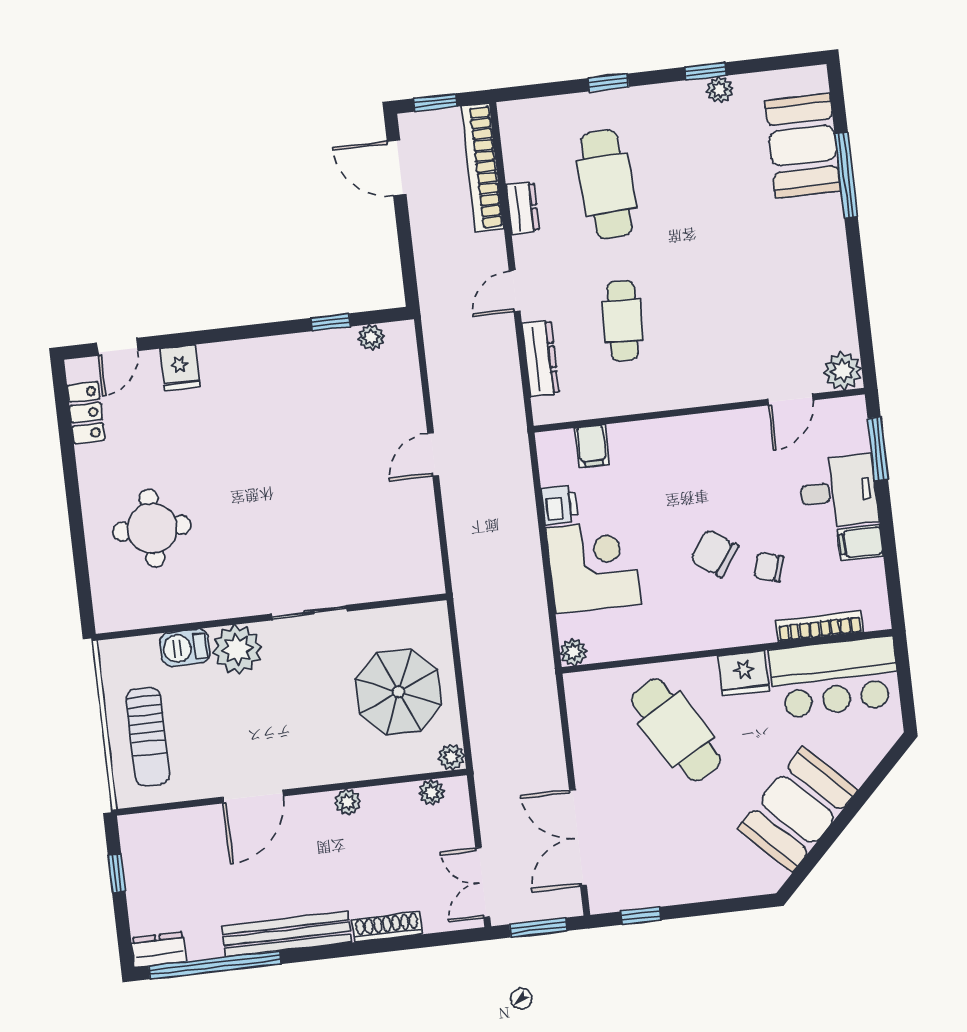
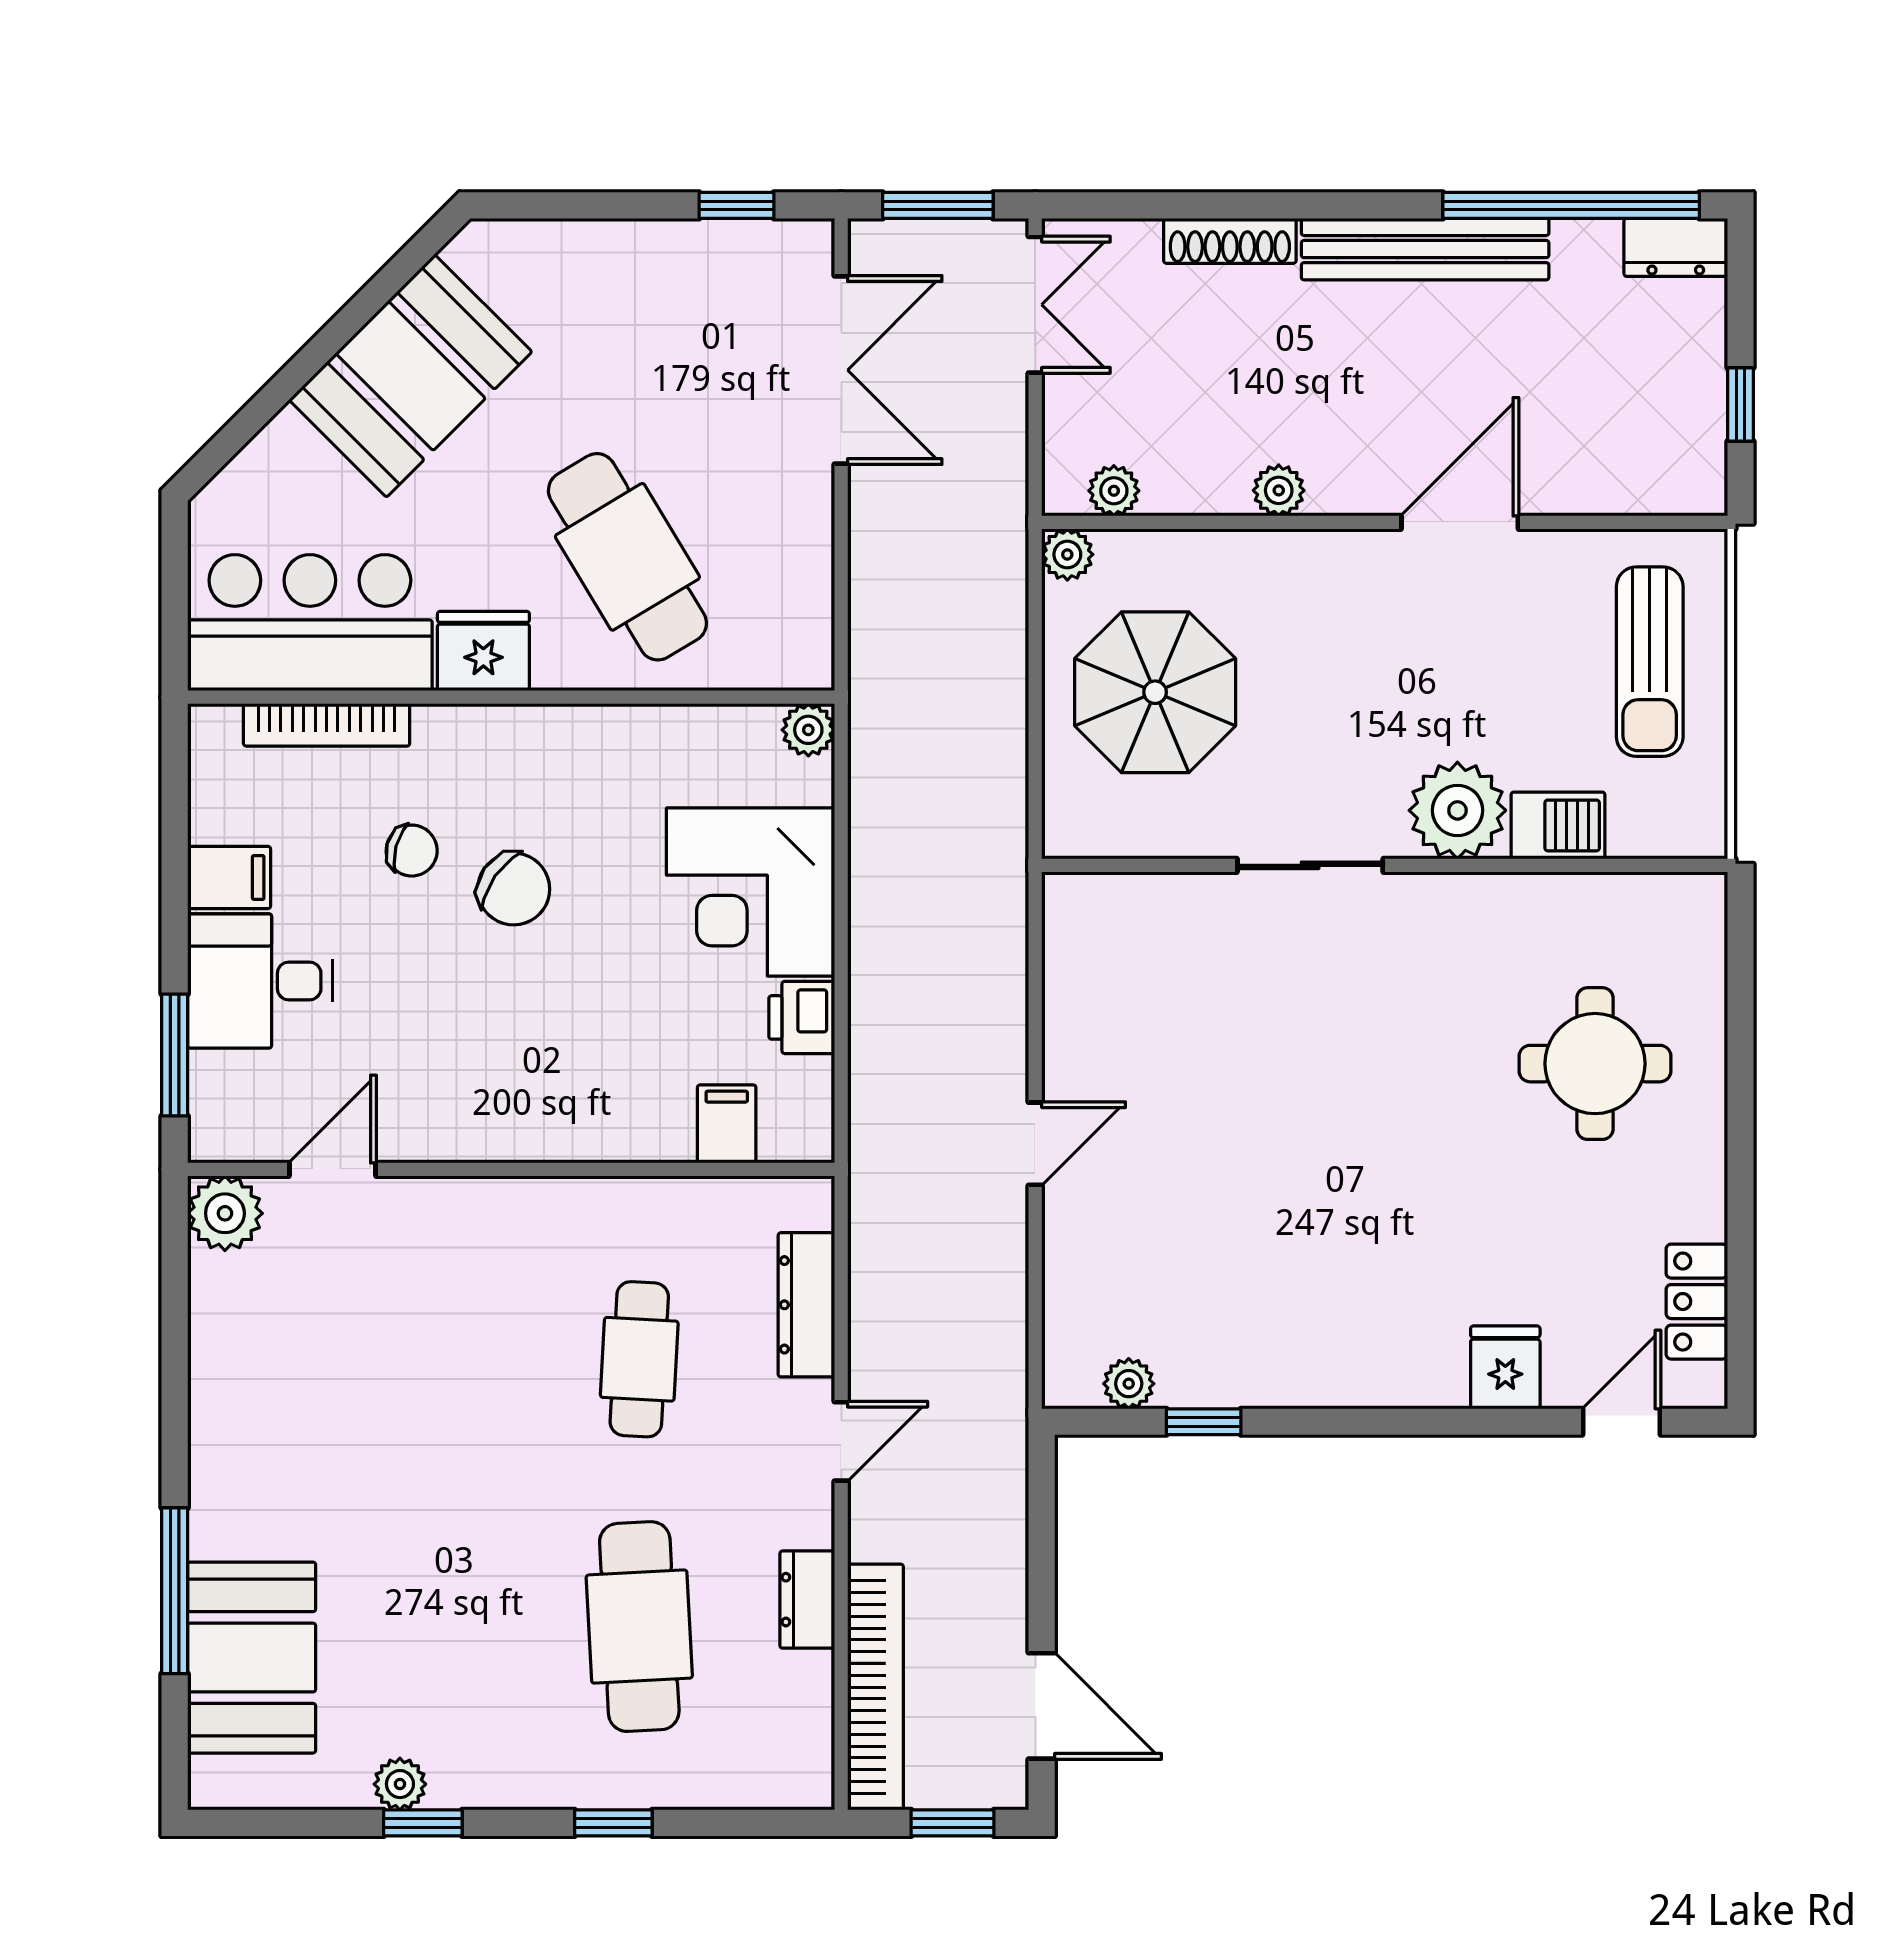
sun lounger: (148, 737) -> (1650, 662), turned 180

